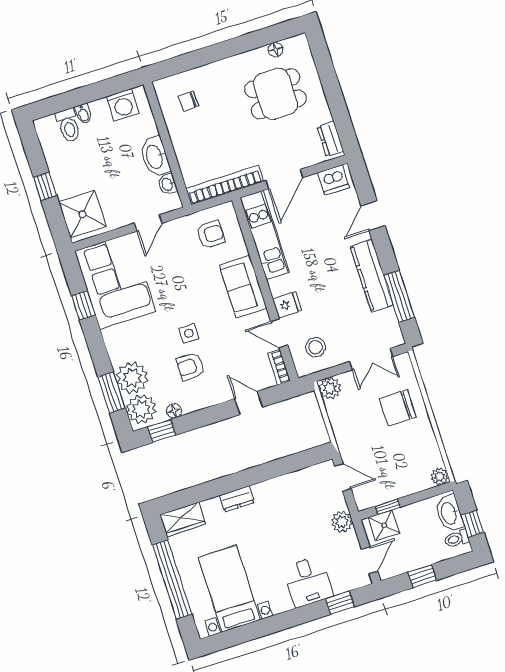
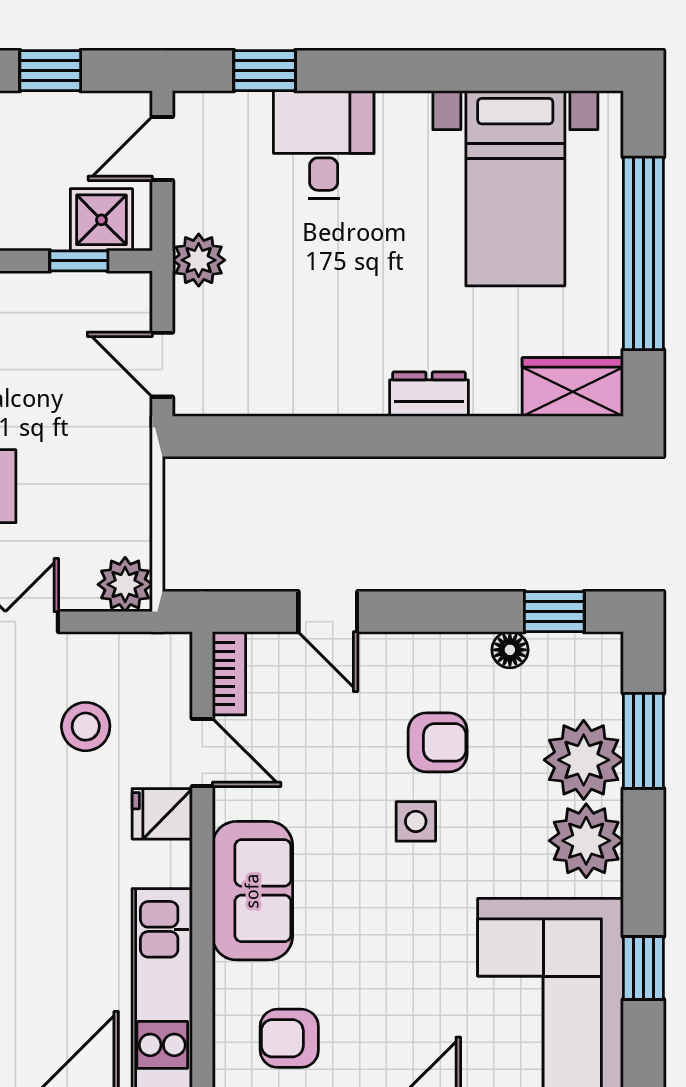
stool: (316, 347) -> (86, 727), moved
plant: (141, 409) -> (586, 841), moved

